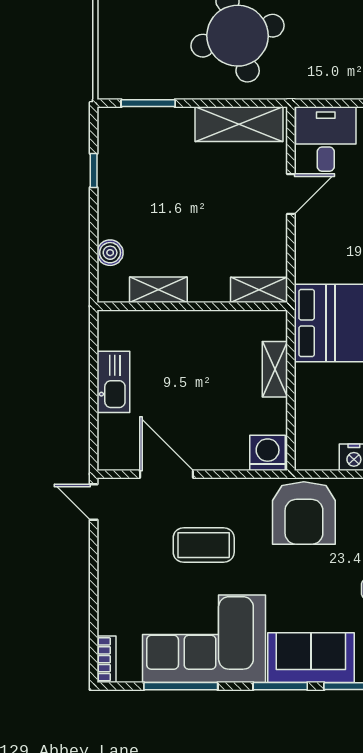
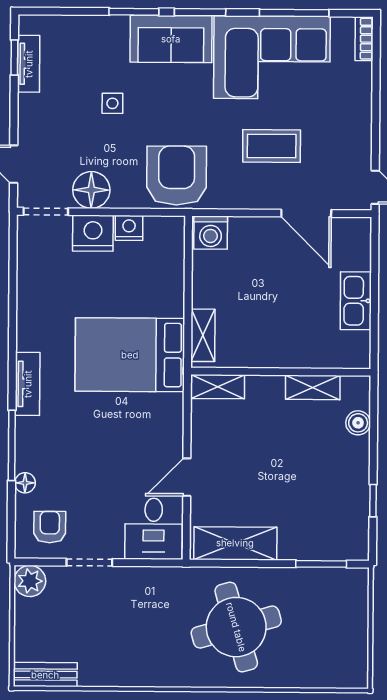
shelving: (275, 369) -> (203, 335), moved

